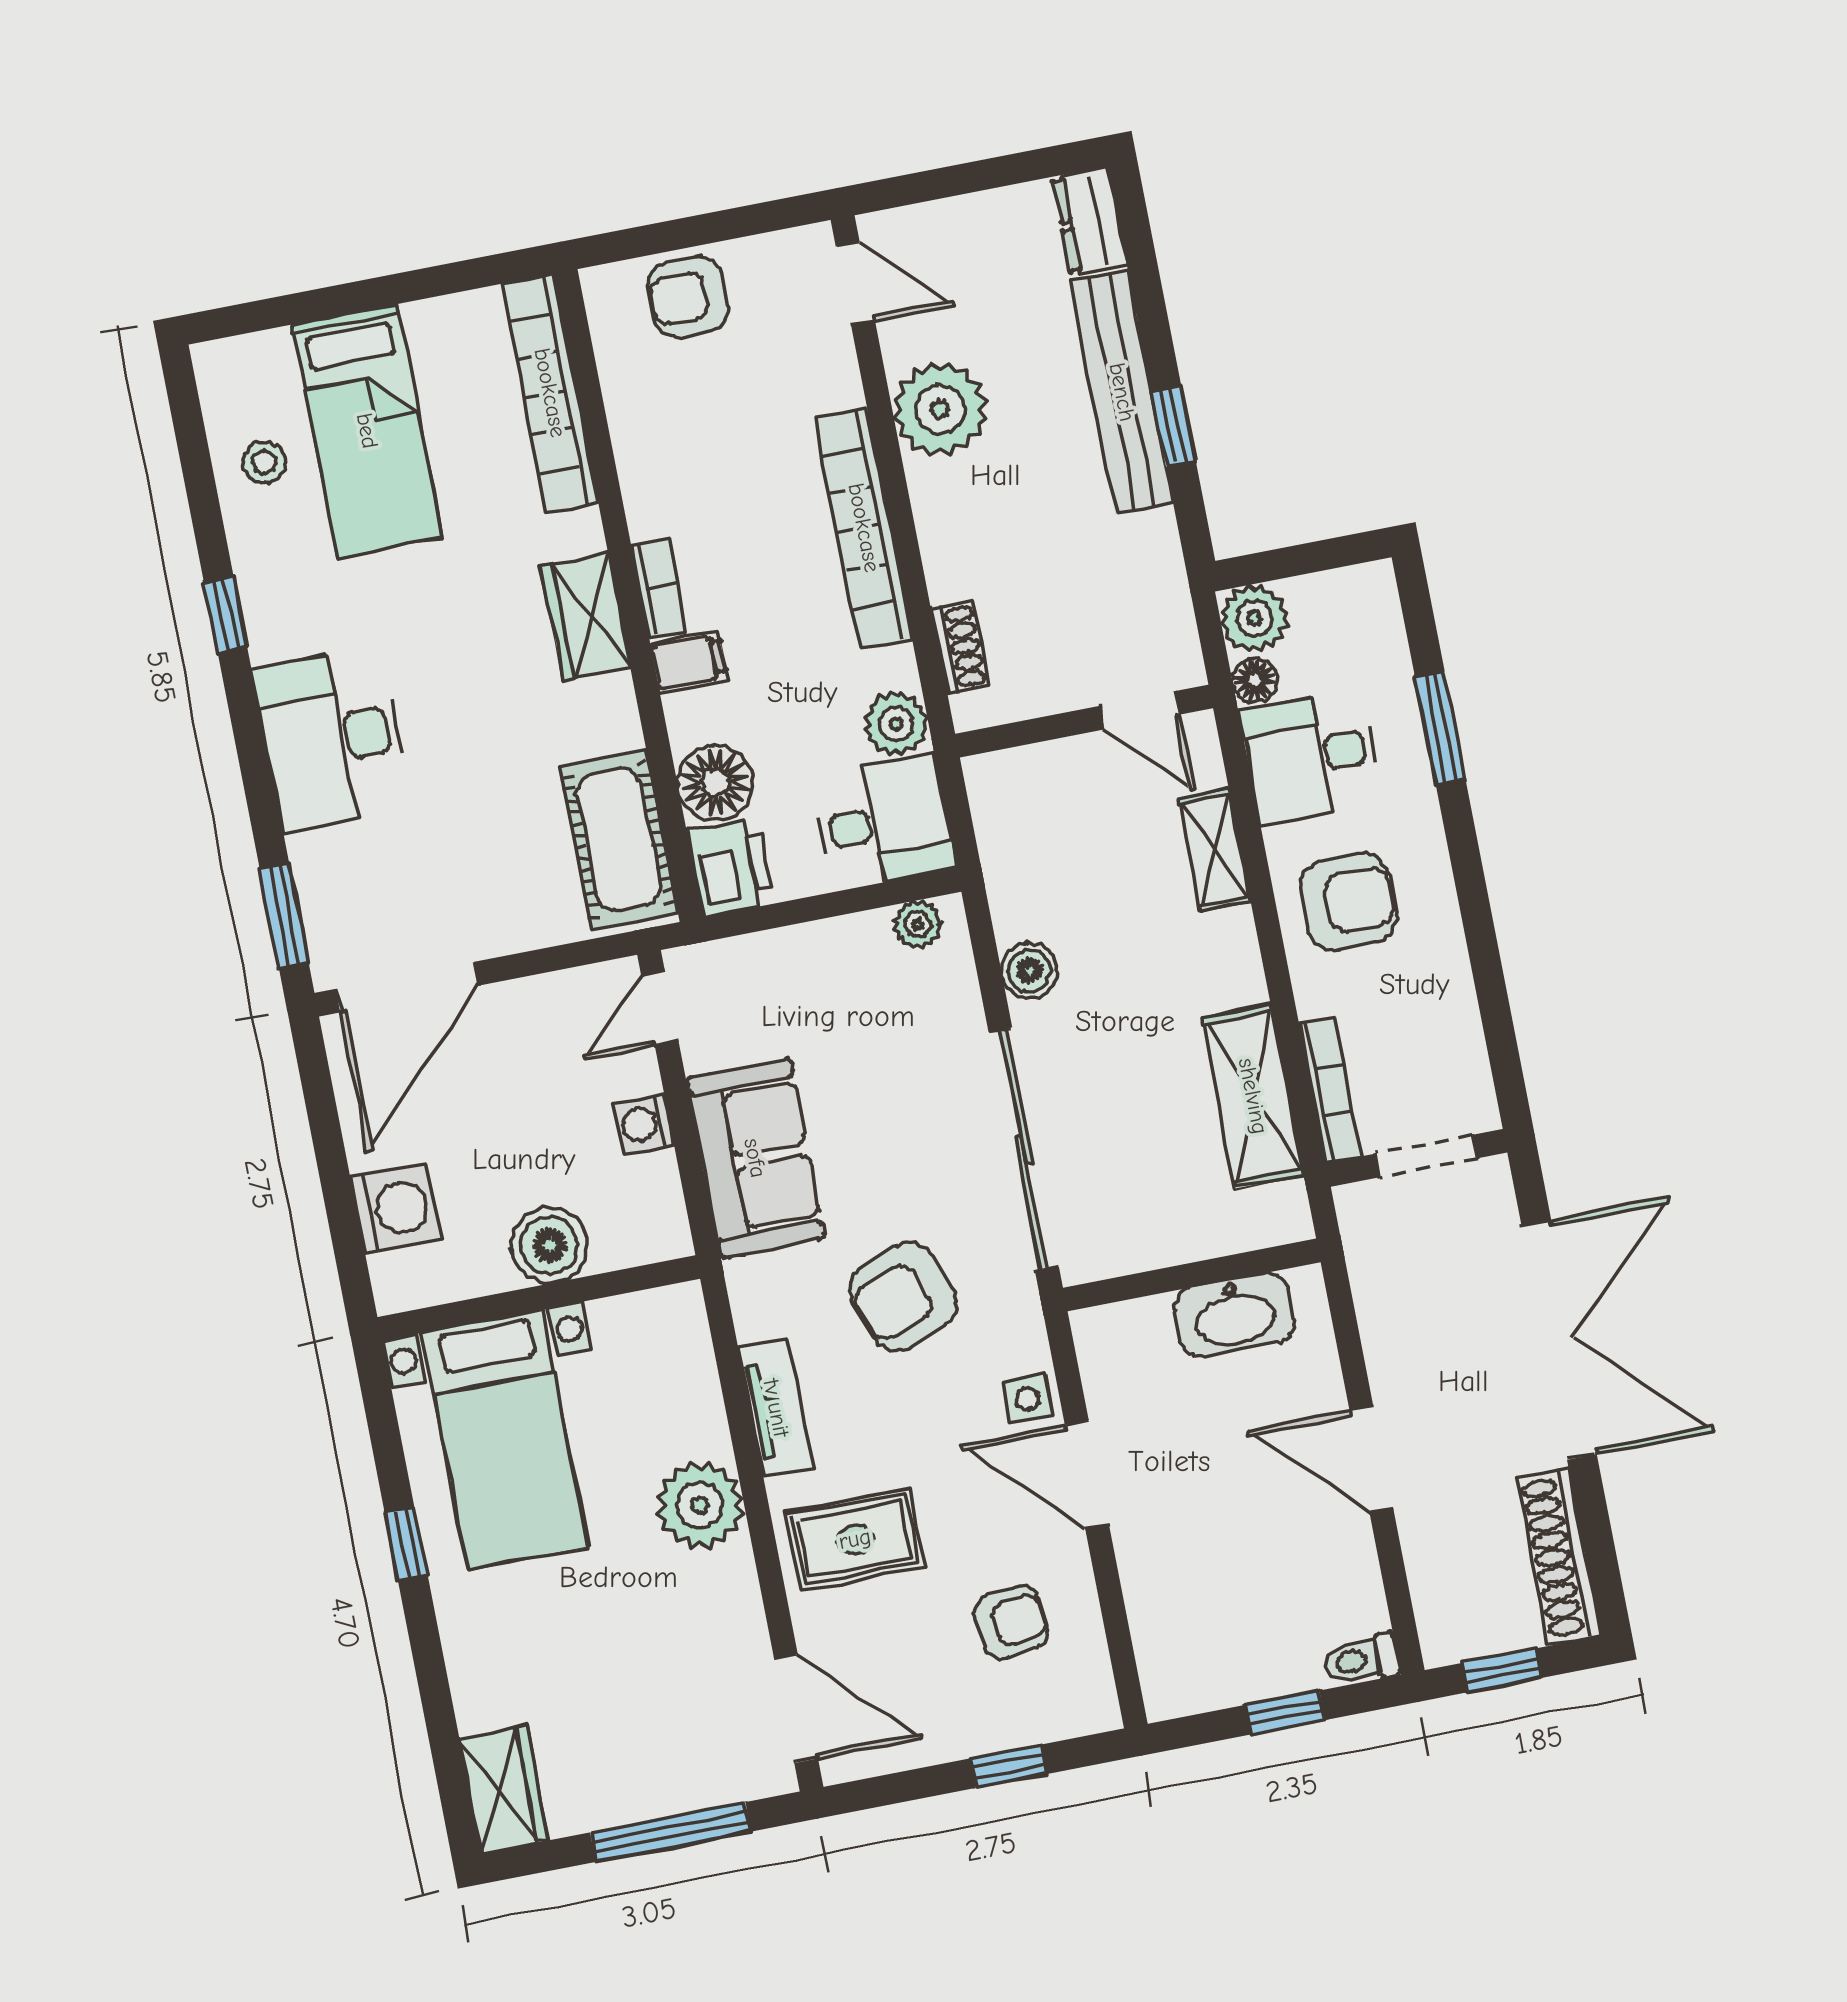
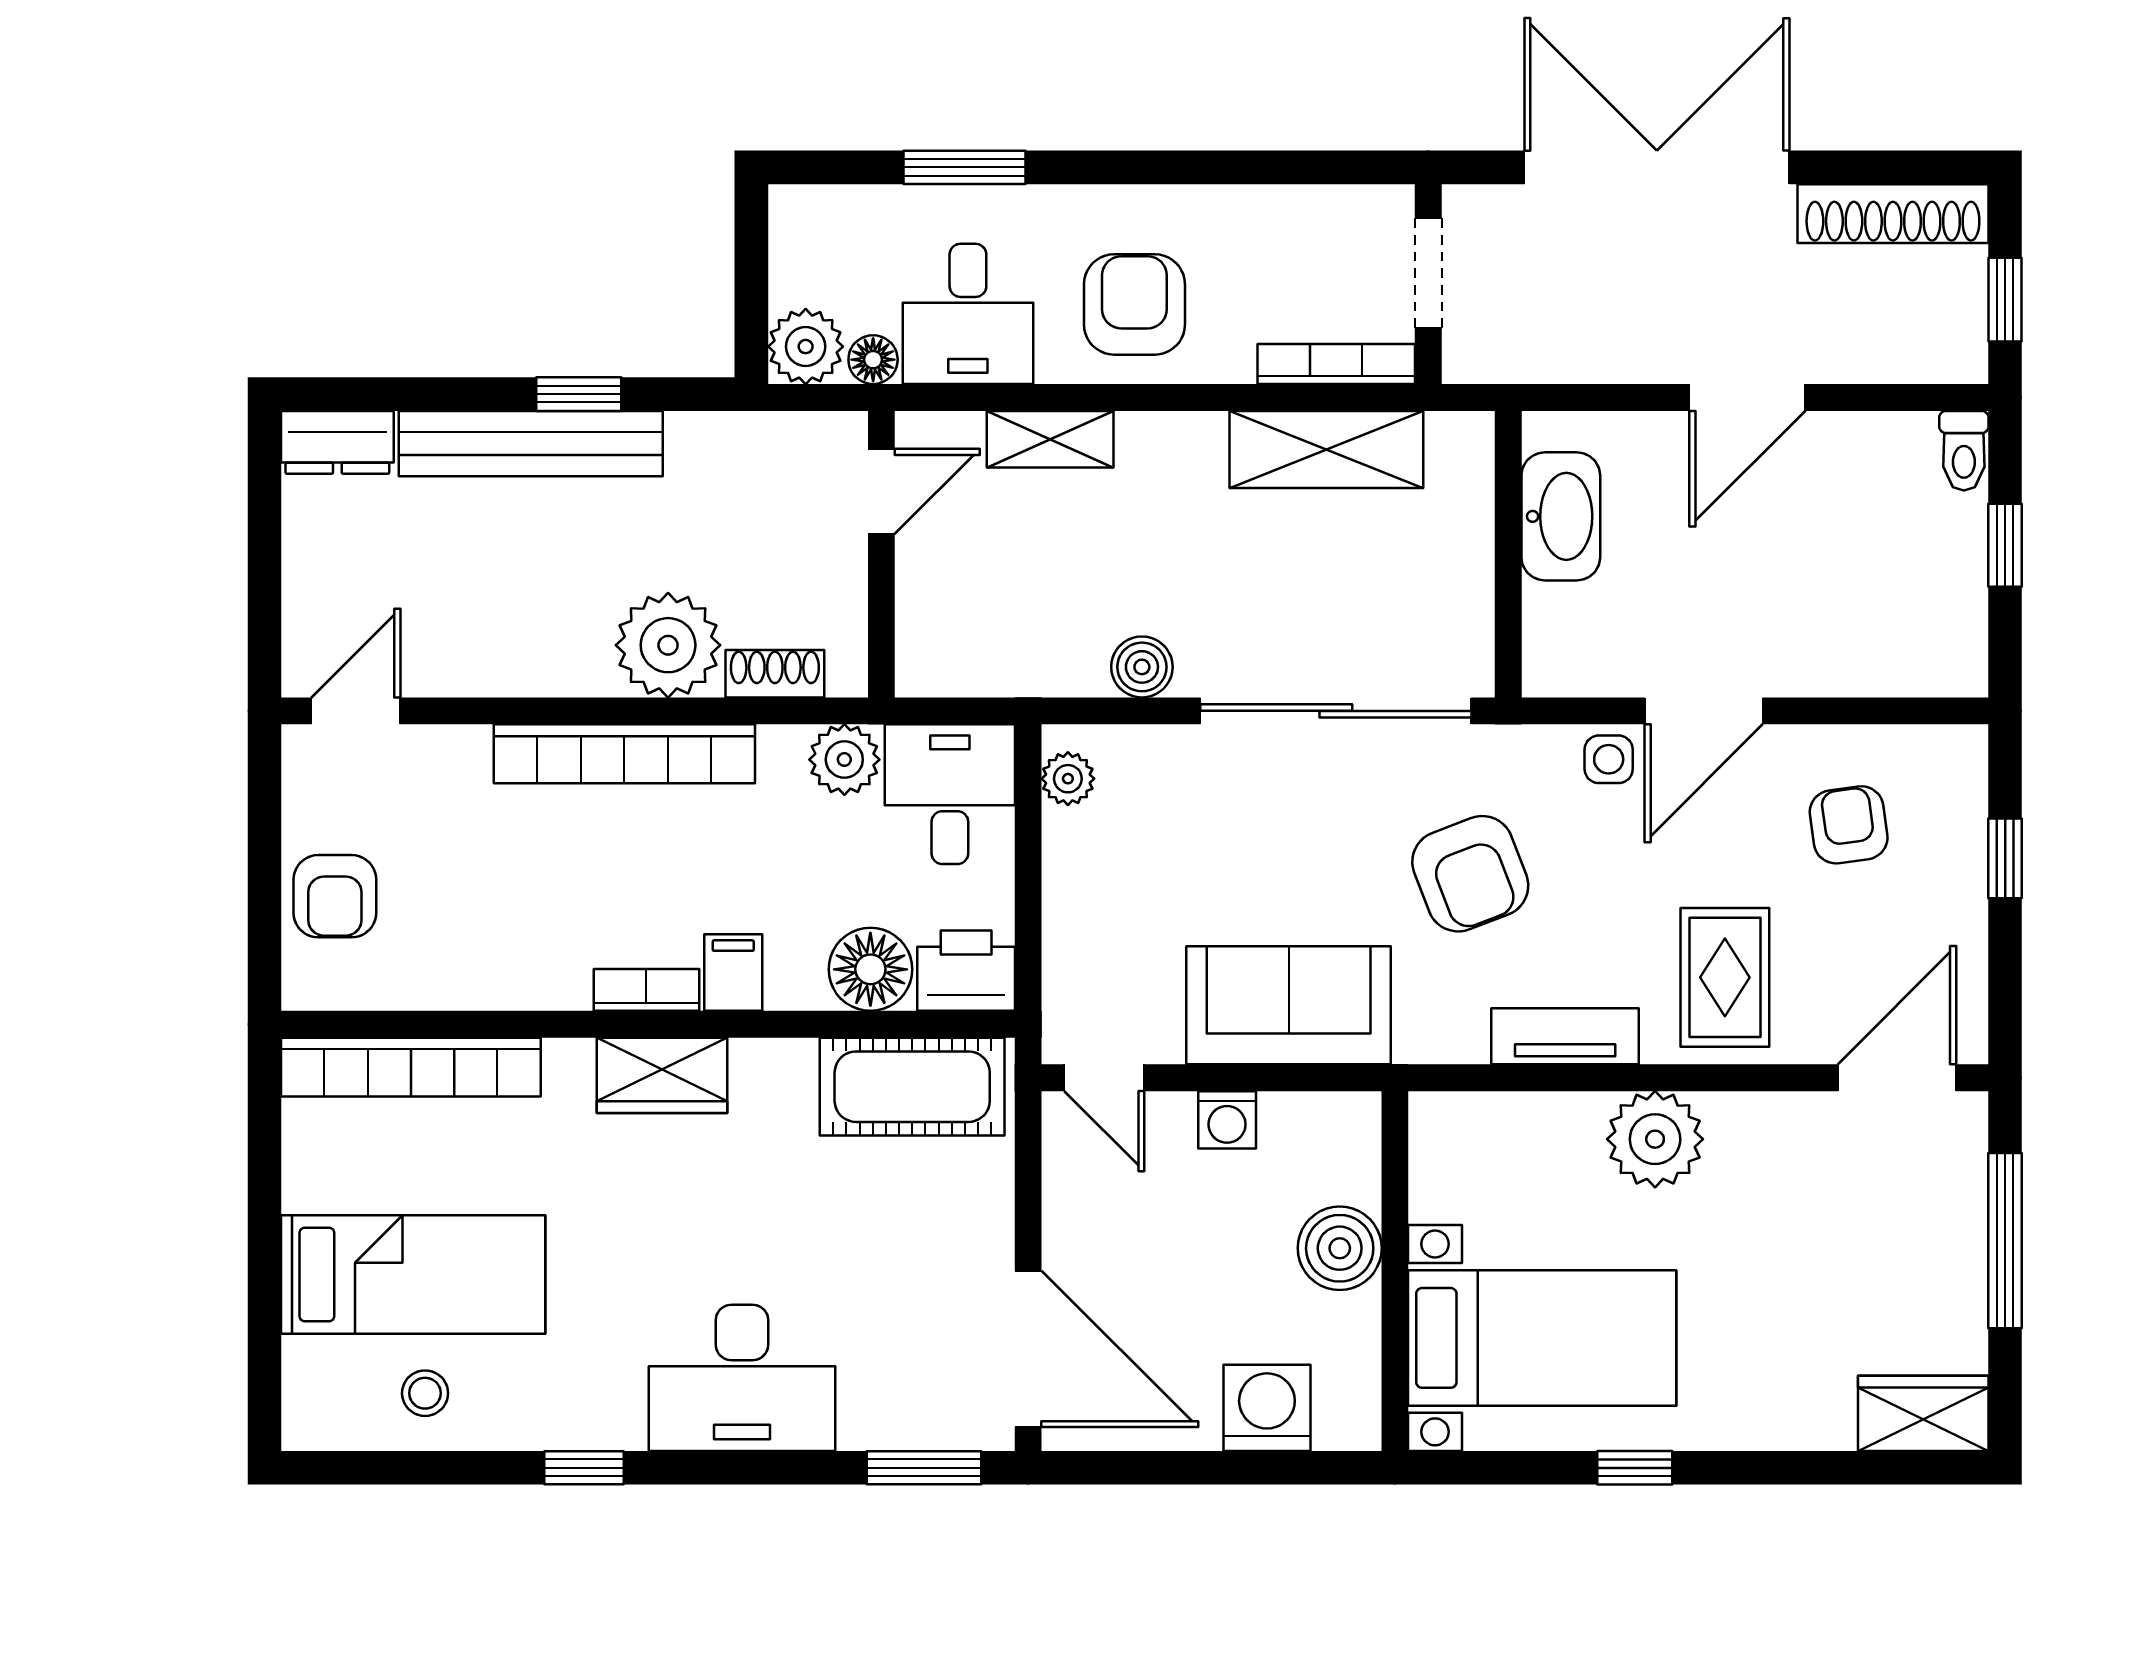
plant: (940, 409) -> (668, 645), moved

